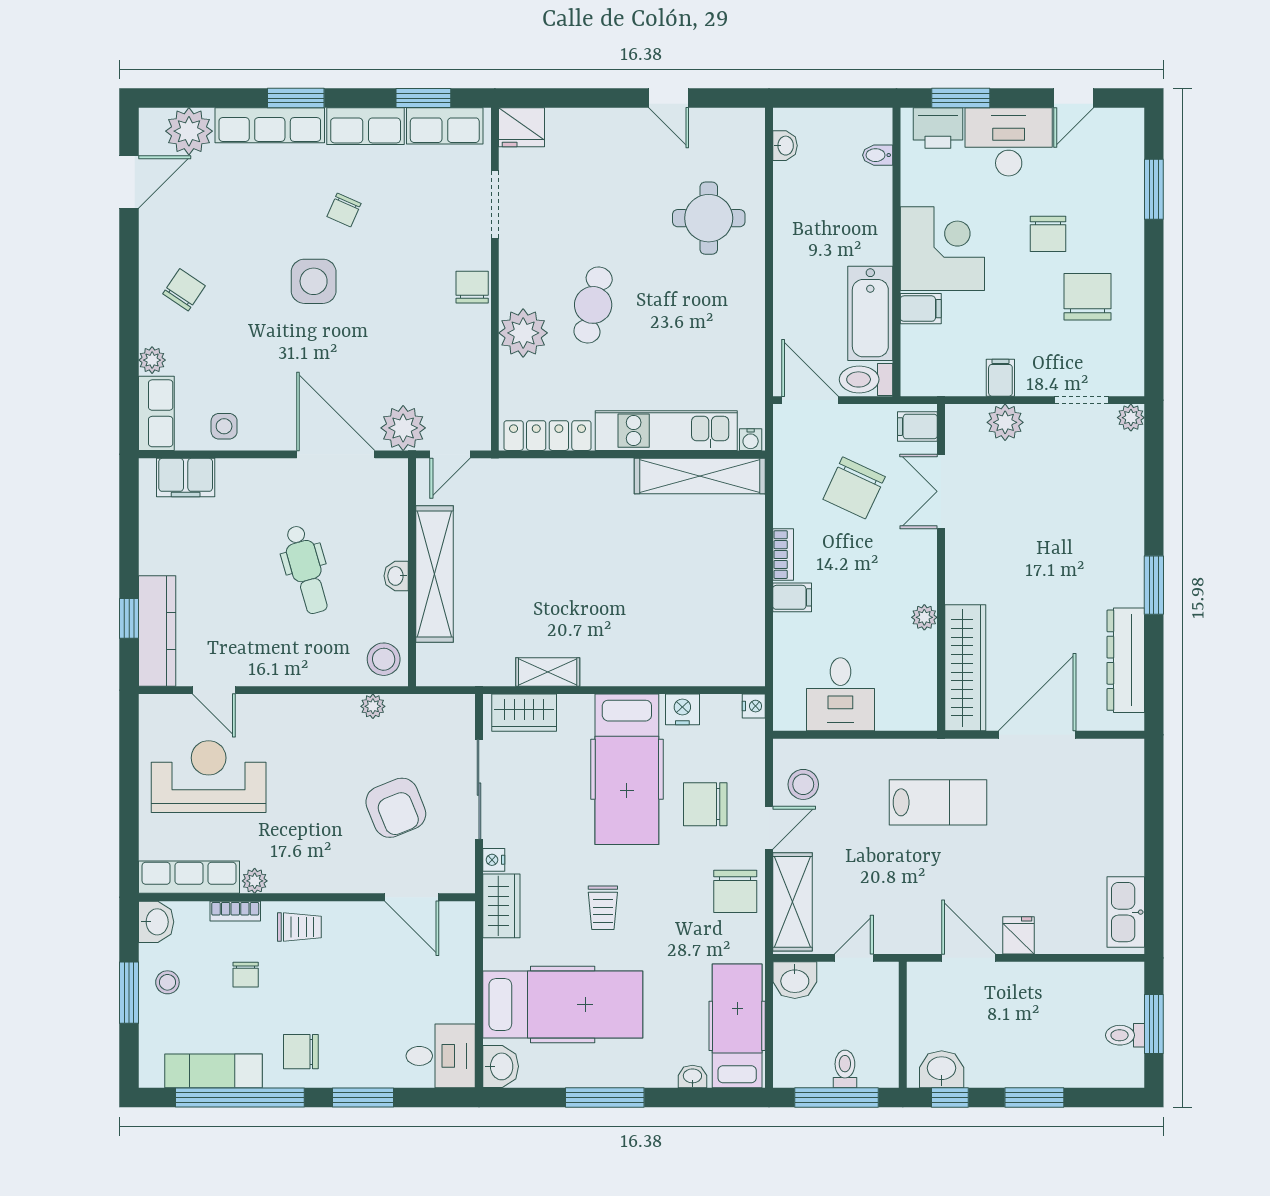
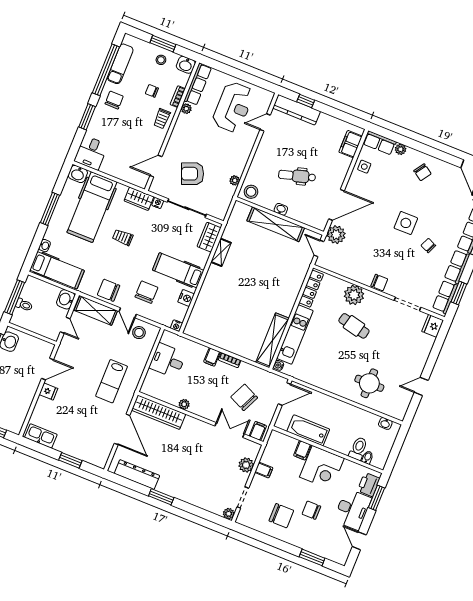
toilet: (866, 379) -> (358, 448), moved
hospital bed: (627, 769) -> (178, 270), width x0.73, depth x0.78
window: (1154, 823) -> (70, 460), added

